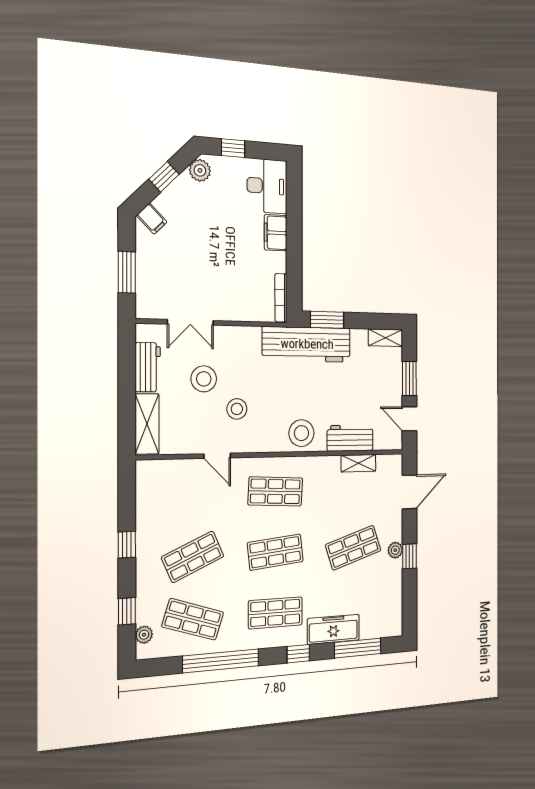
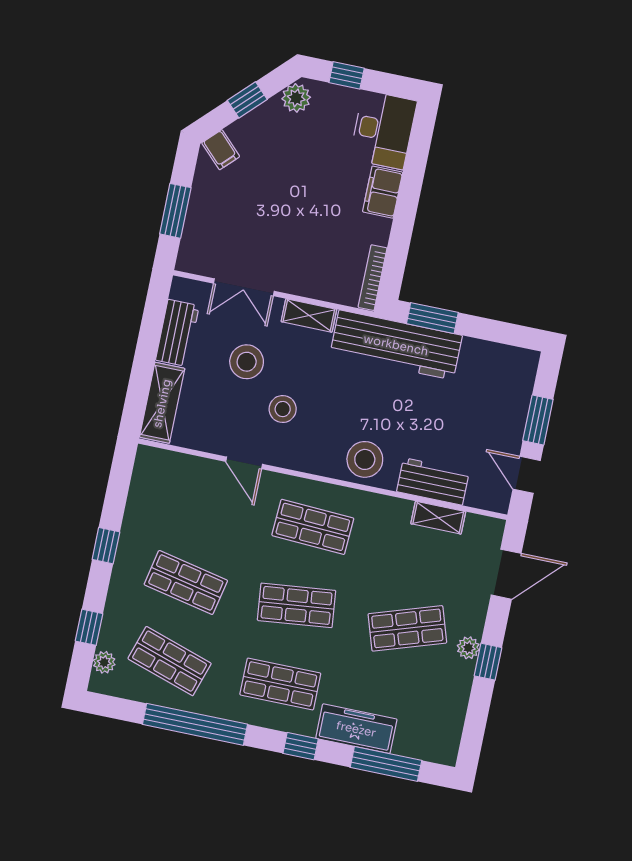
shelving: (385, 338) -> (309, 315), moved
shop shelf: (193, 557) -> (186, 582), turned 36

